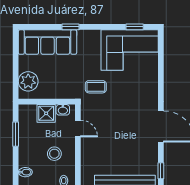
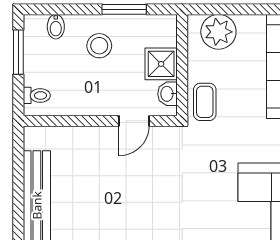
coffee table: (96, 87) -> (205, 102), moved
stool: (54, 154) -> (99, 46), moved

